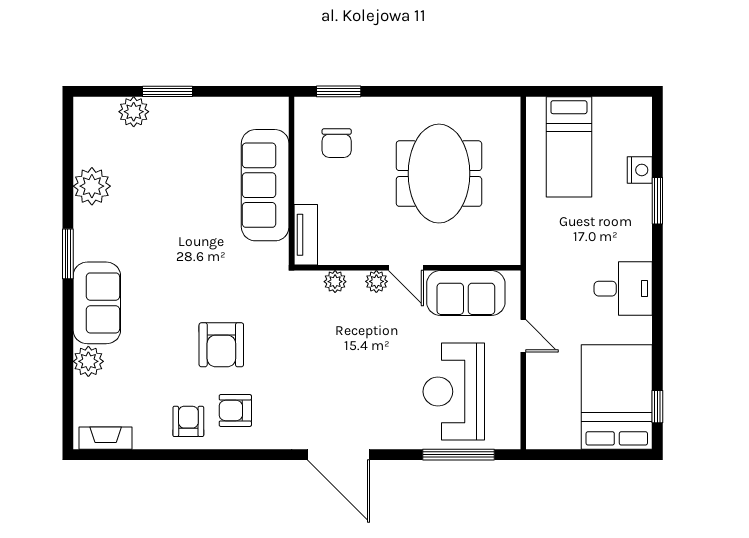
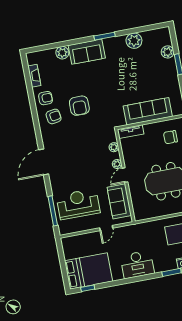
desk: (623, 289) -> (137, 264), width x1.37
armchair: (221, 345) -> (79, 106), turned -90
armchair: (235, 410) -> (54, 116), turned 81
fireplace: (106, 438) -> (34, 76), moved

